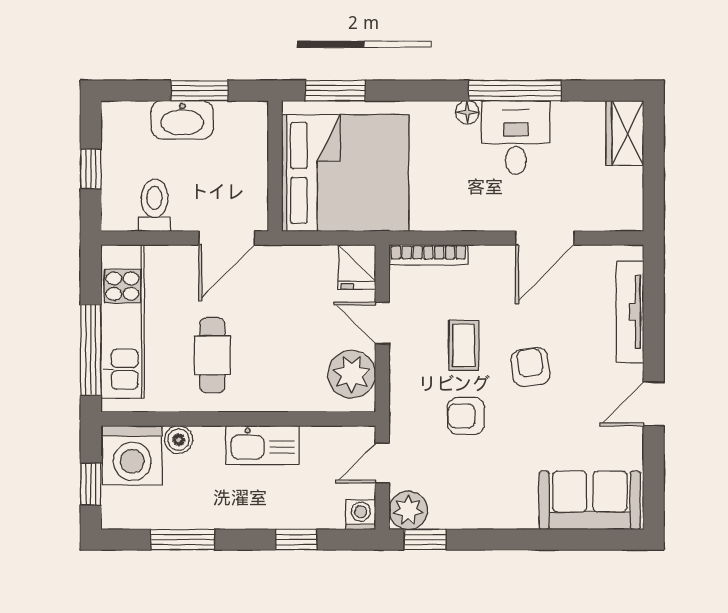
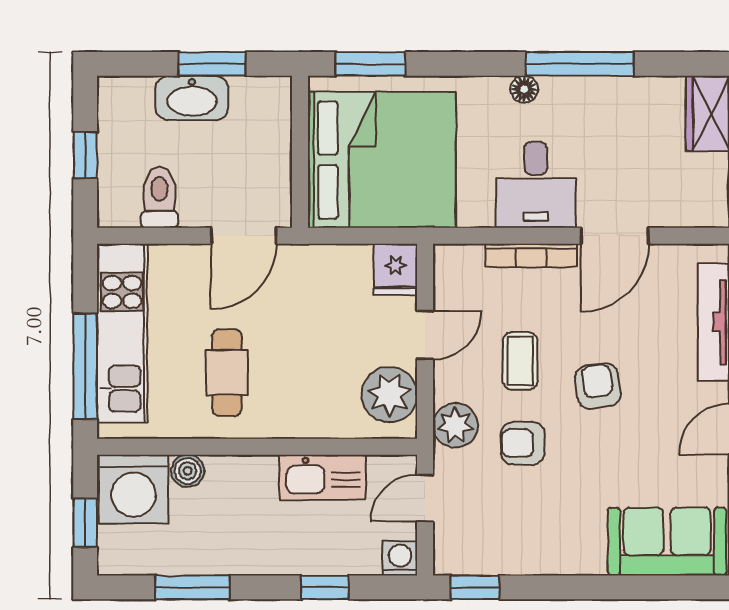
desk: (516, 138) -> (536, 185), moved, turned 180
bookcase: (428, 255) -> (531, 255), moved
door: (382, 323) -> (425, 335), swing flipped
kitchen sink: (262, 445) -> (323, 477), moved
plant: (408, 510) -> (455, 425), moved

